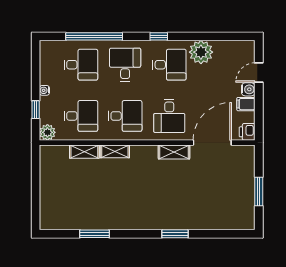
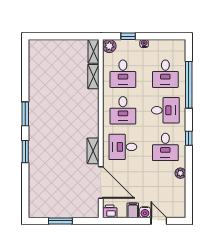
plant: (201, 52) -> (180, 173), width x0.53, depth x0.53
shelving: (115, 151) -> (93, 51), moved
window: (95, 234) -> (25, 114), moved

